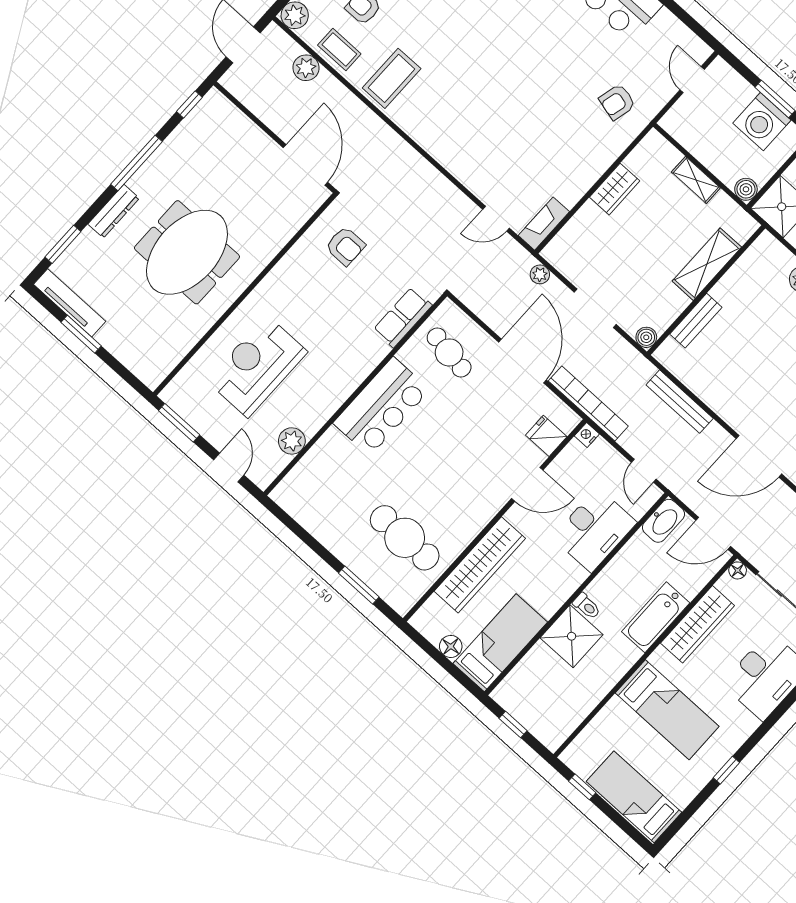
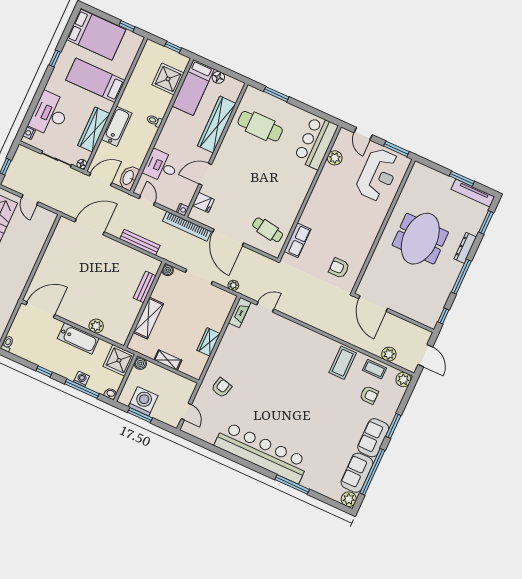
reception desk: (257, 366) -> (378, 175), moved
bar counter: (382, 406) -> (316, 142), moved
desk: (594, 530) -> (161, 166), width x0.73
shower: (572, 636) -> (168, 79), moved
bed: (634, 797) -> (96, 35), width x1.50

